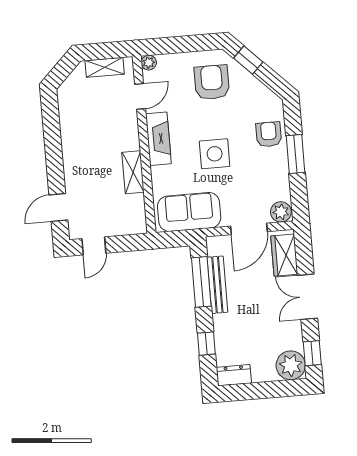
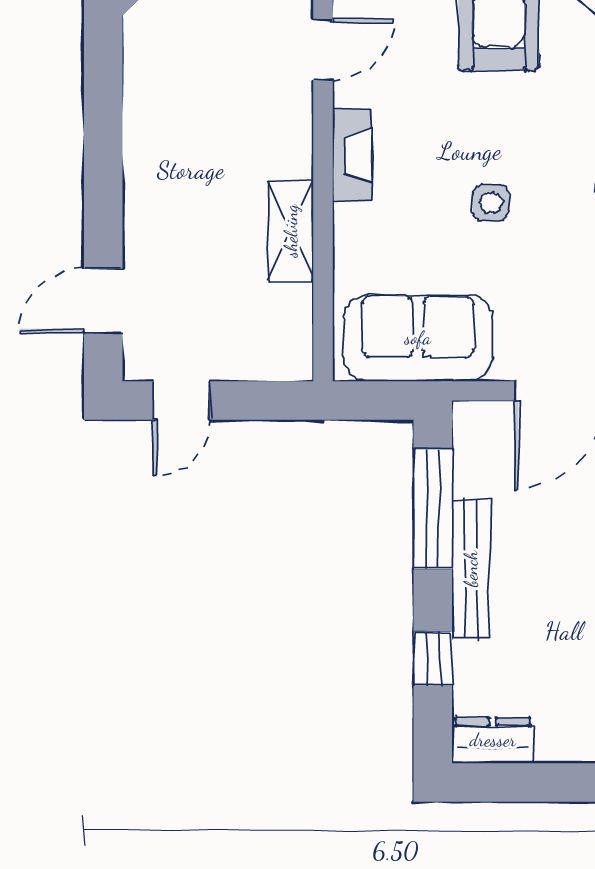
fireplace: (158, 139) -> (352, 155), width x0.73, depth x0.76
side table: (215, 154) -> (491, 203), width x0.54, depth x0.54
bench: (217, 285) -> (471, 569), moved

